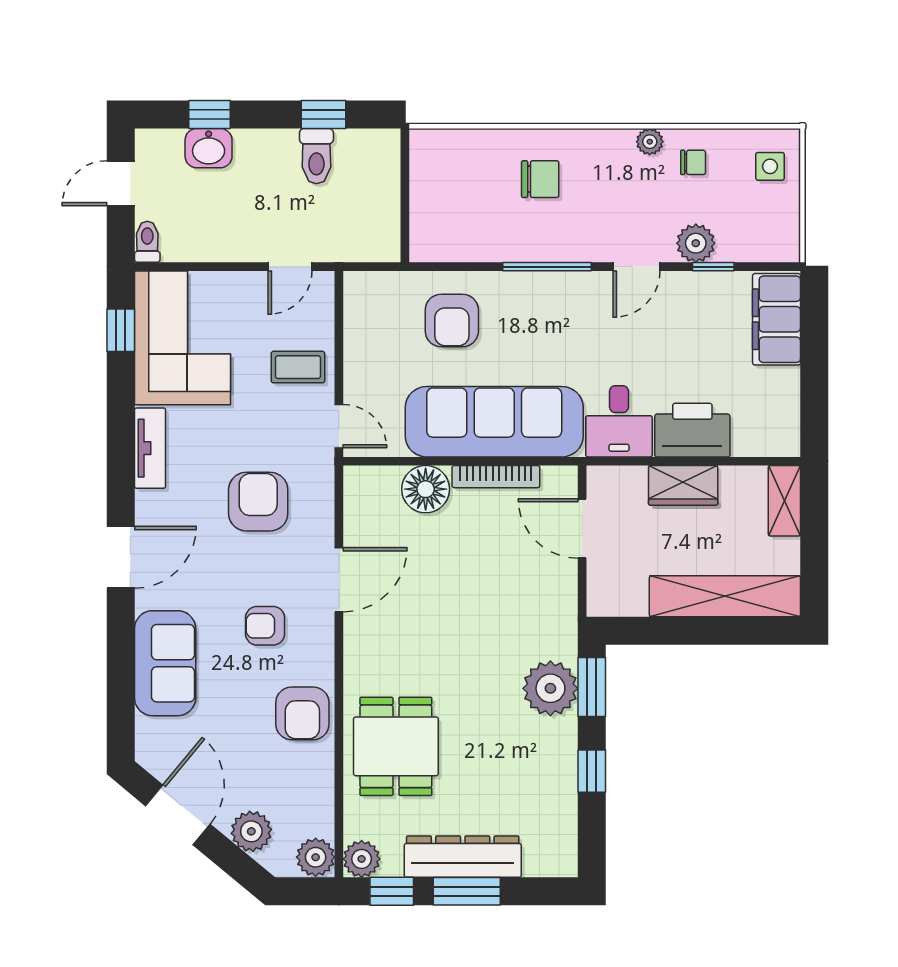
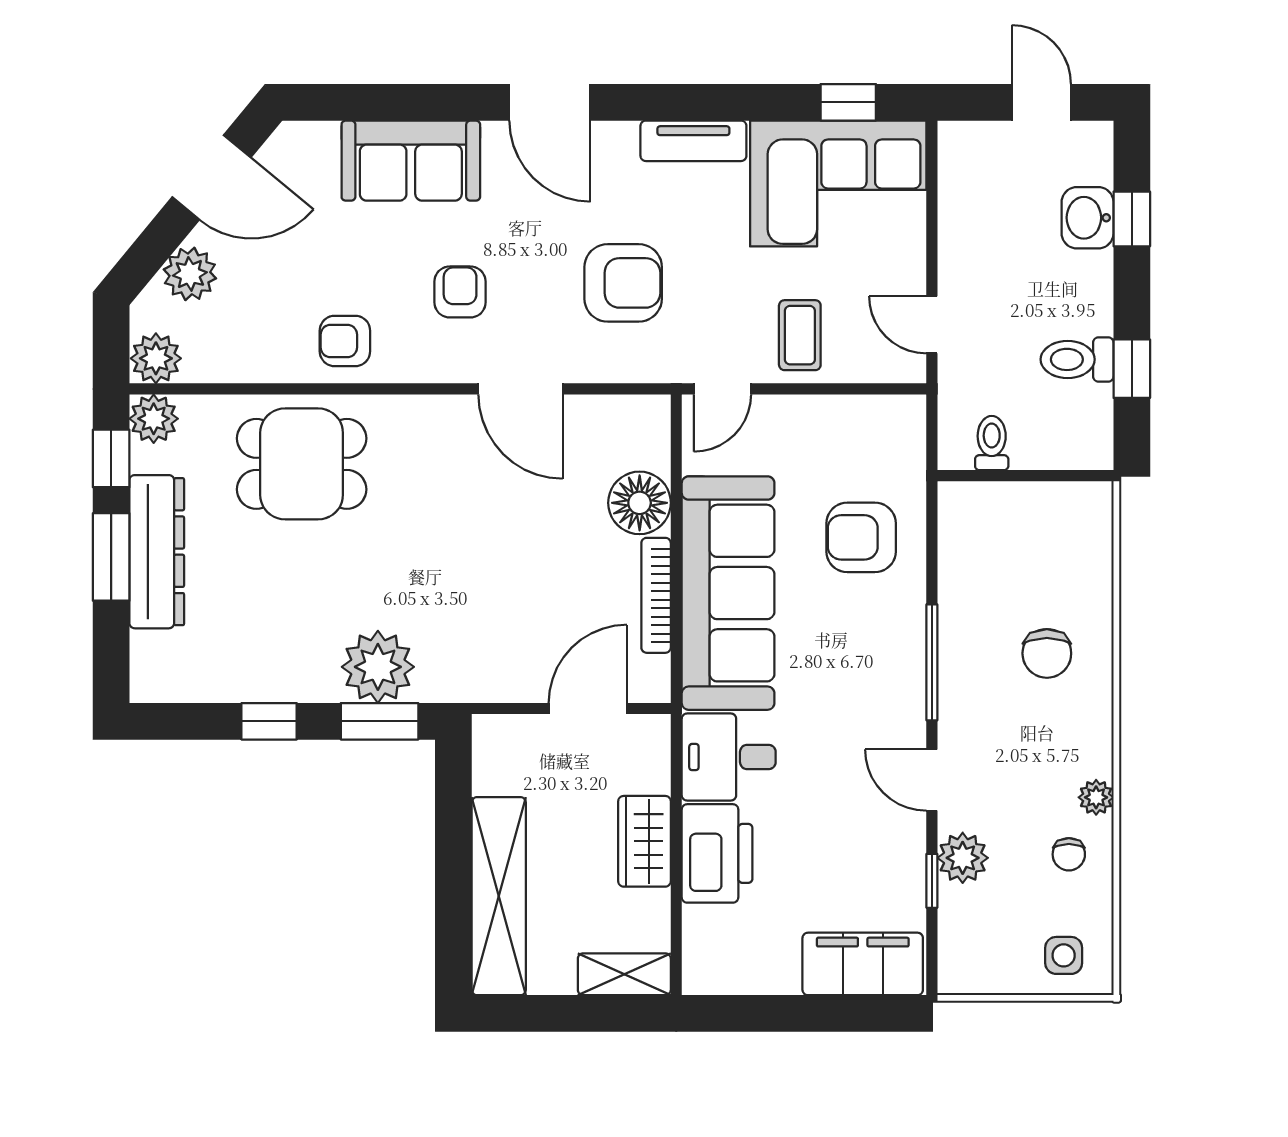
toilet: (147, 242) -> (992, 443), moved, turned -90
armchair: (302, 713) -> (345, 341), width x0.72, depth x0.72

